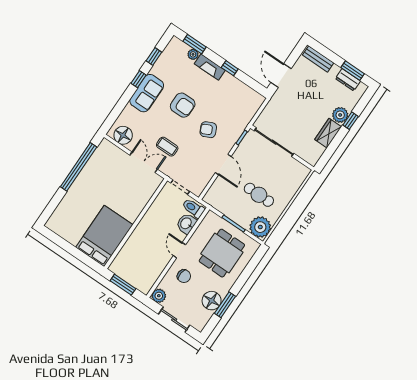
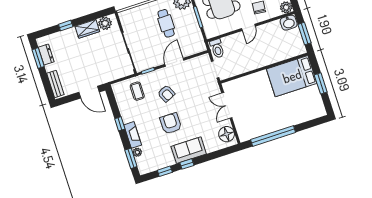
door: (281, 76) -> (89, 92), hinge flipped
plant: (340, 115) -> (105, 23), moved
coffee table: (167, 147) -> (137, 91), moved
washbasin: (186, 224) -> (289, 23), moved
window: (72, 250) -> (321, 83), added

